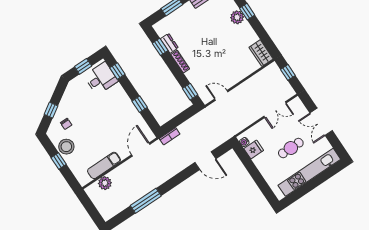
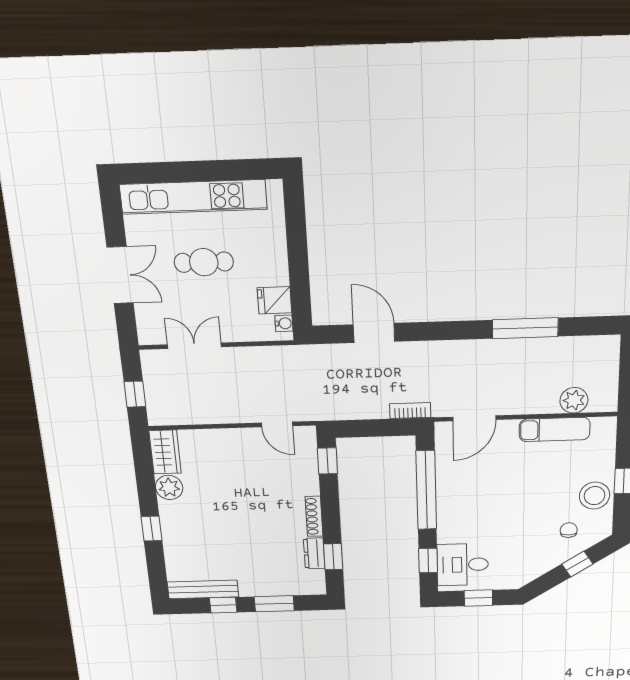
plant: (237, 17) -> (169, 487), moved
window: (140, 104) -> (426, 490), width x3.17

